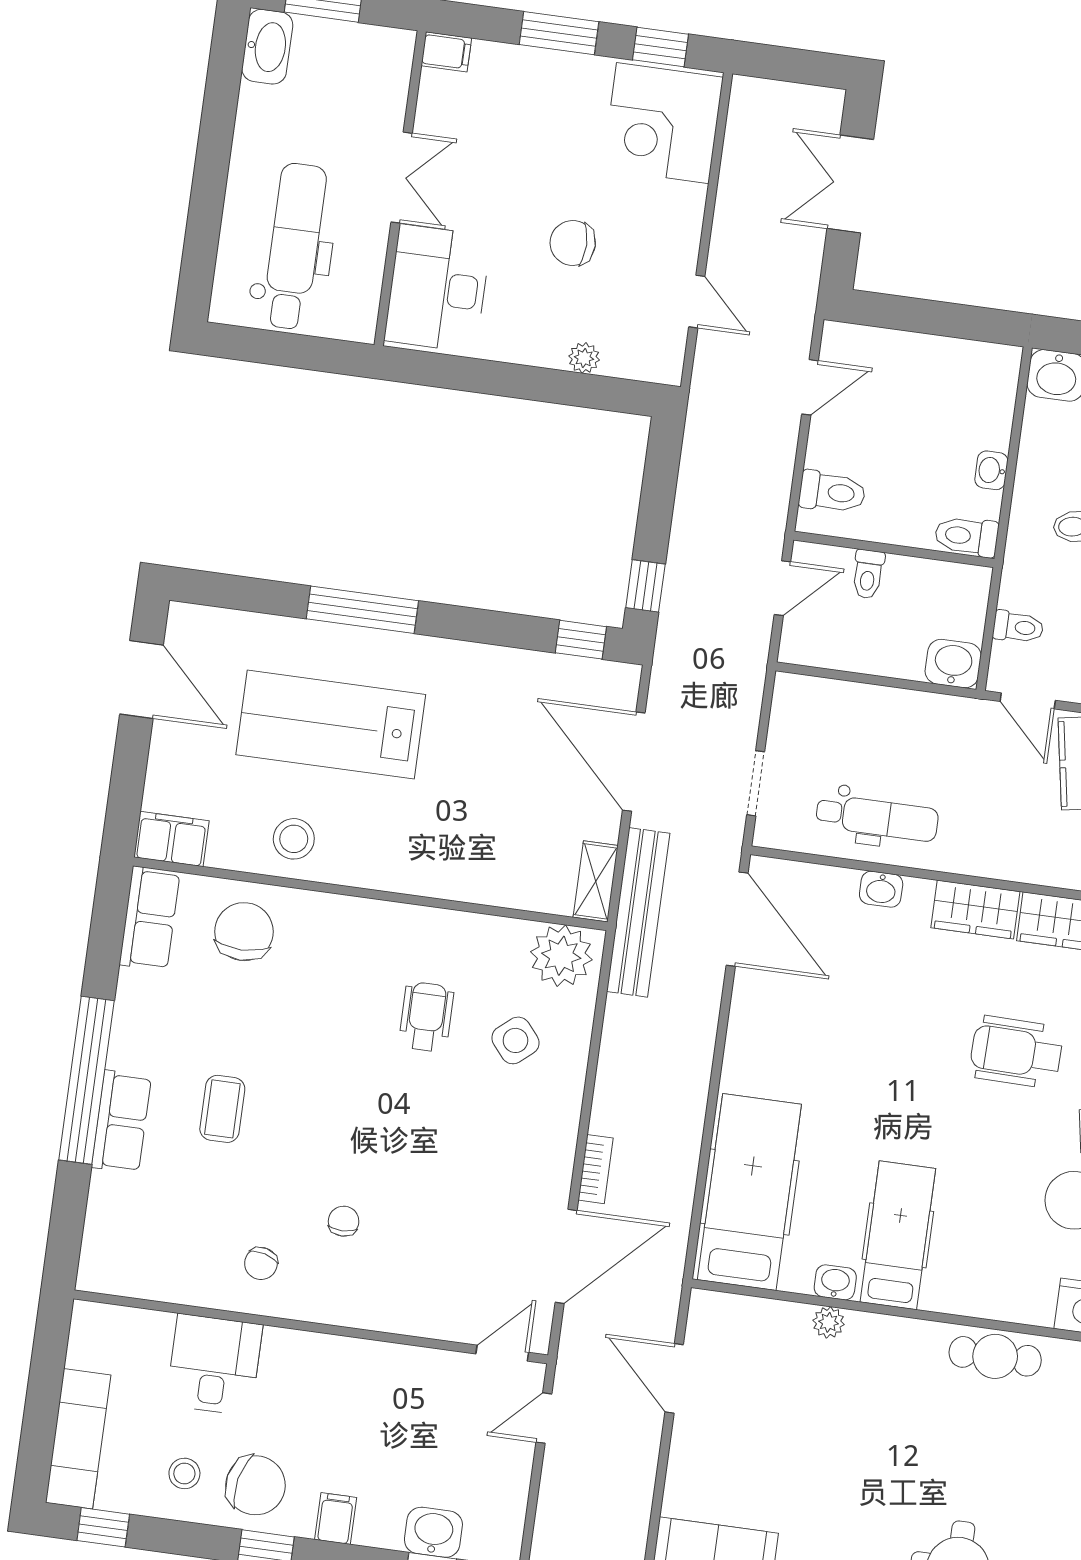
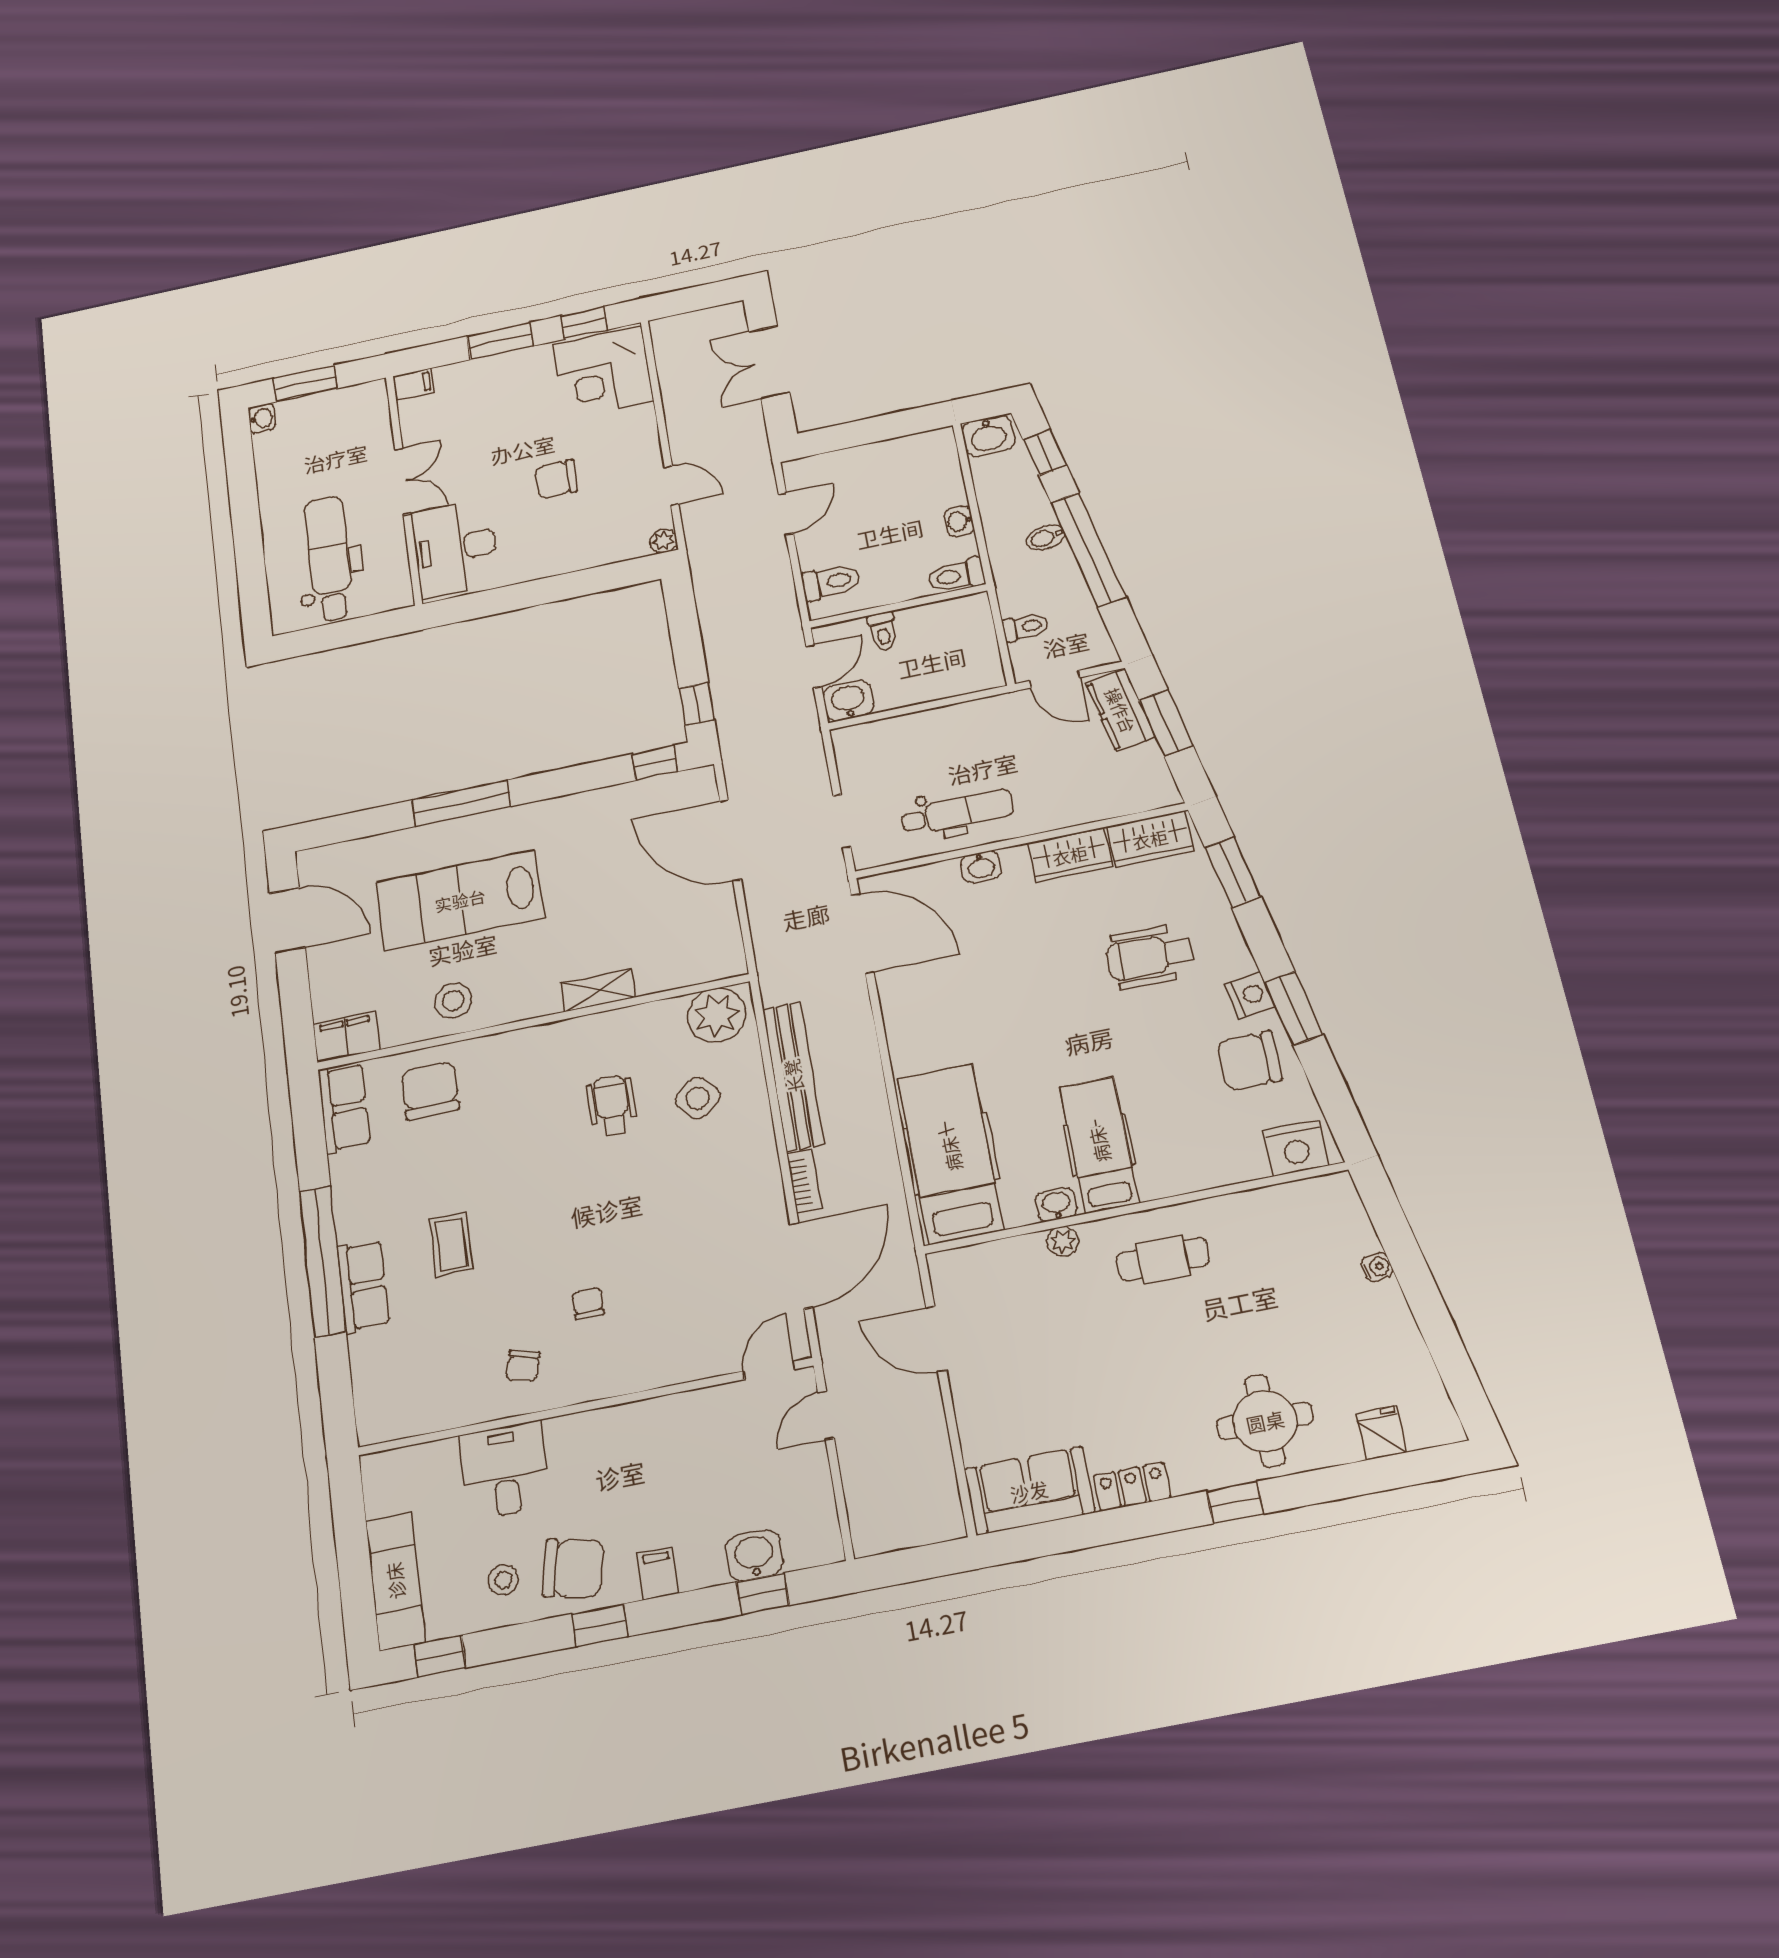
washbasin: (267, 47) -> (262, 418), width x0.52, depth x0.69
plant: (584, 358) -> (663, 541), moved
washbasin: (953, 664) -> (848, 701), moved
shelving: (596, 881) -> (598, 990), moved, turned 90
bench: (638, 912) -> (793, 1076), moved
cafe table: (995, 1356) -> (1163, 1259), moved

